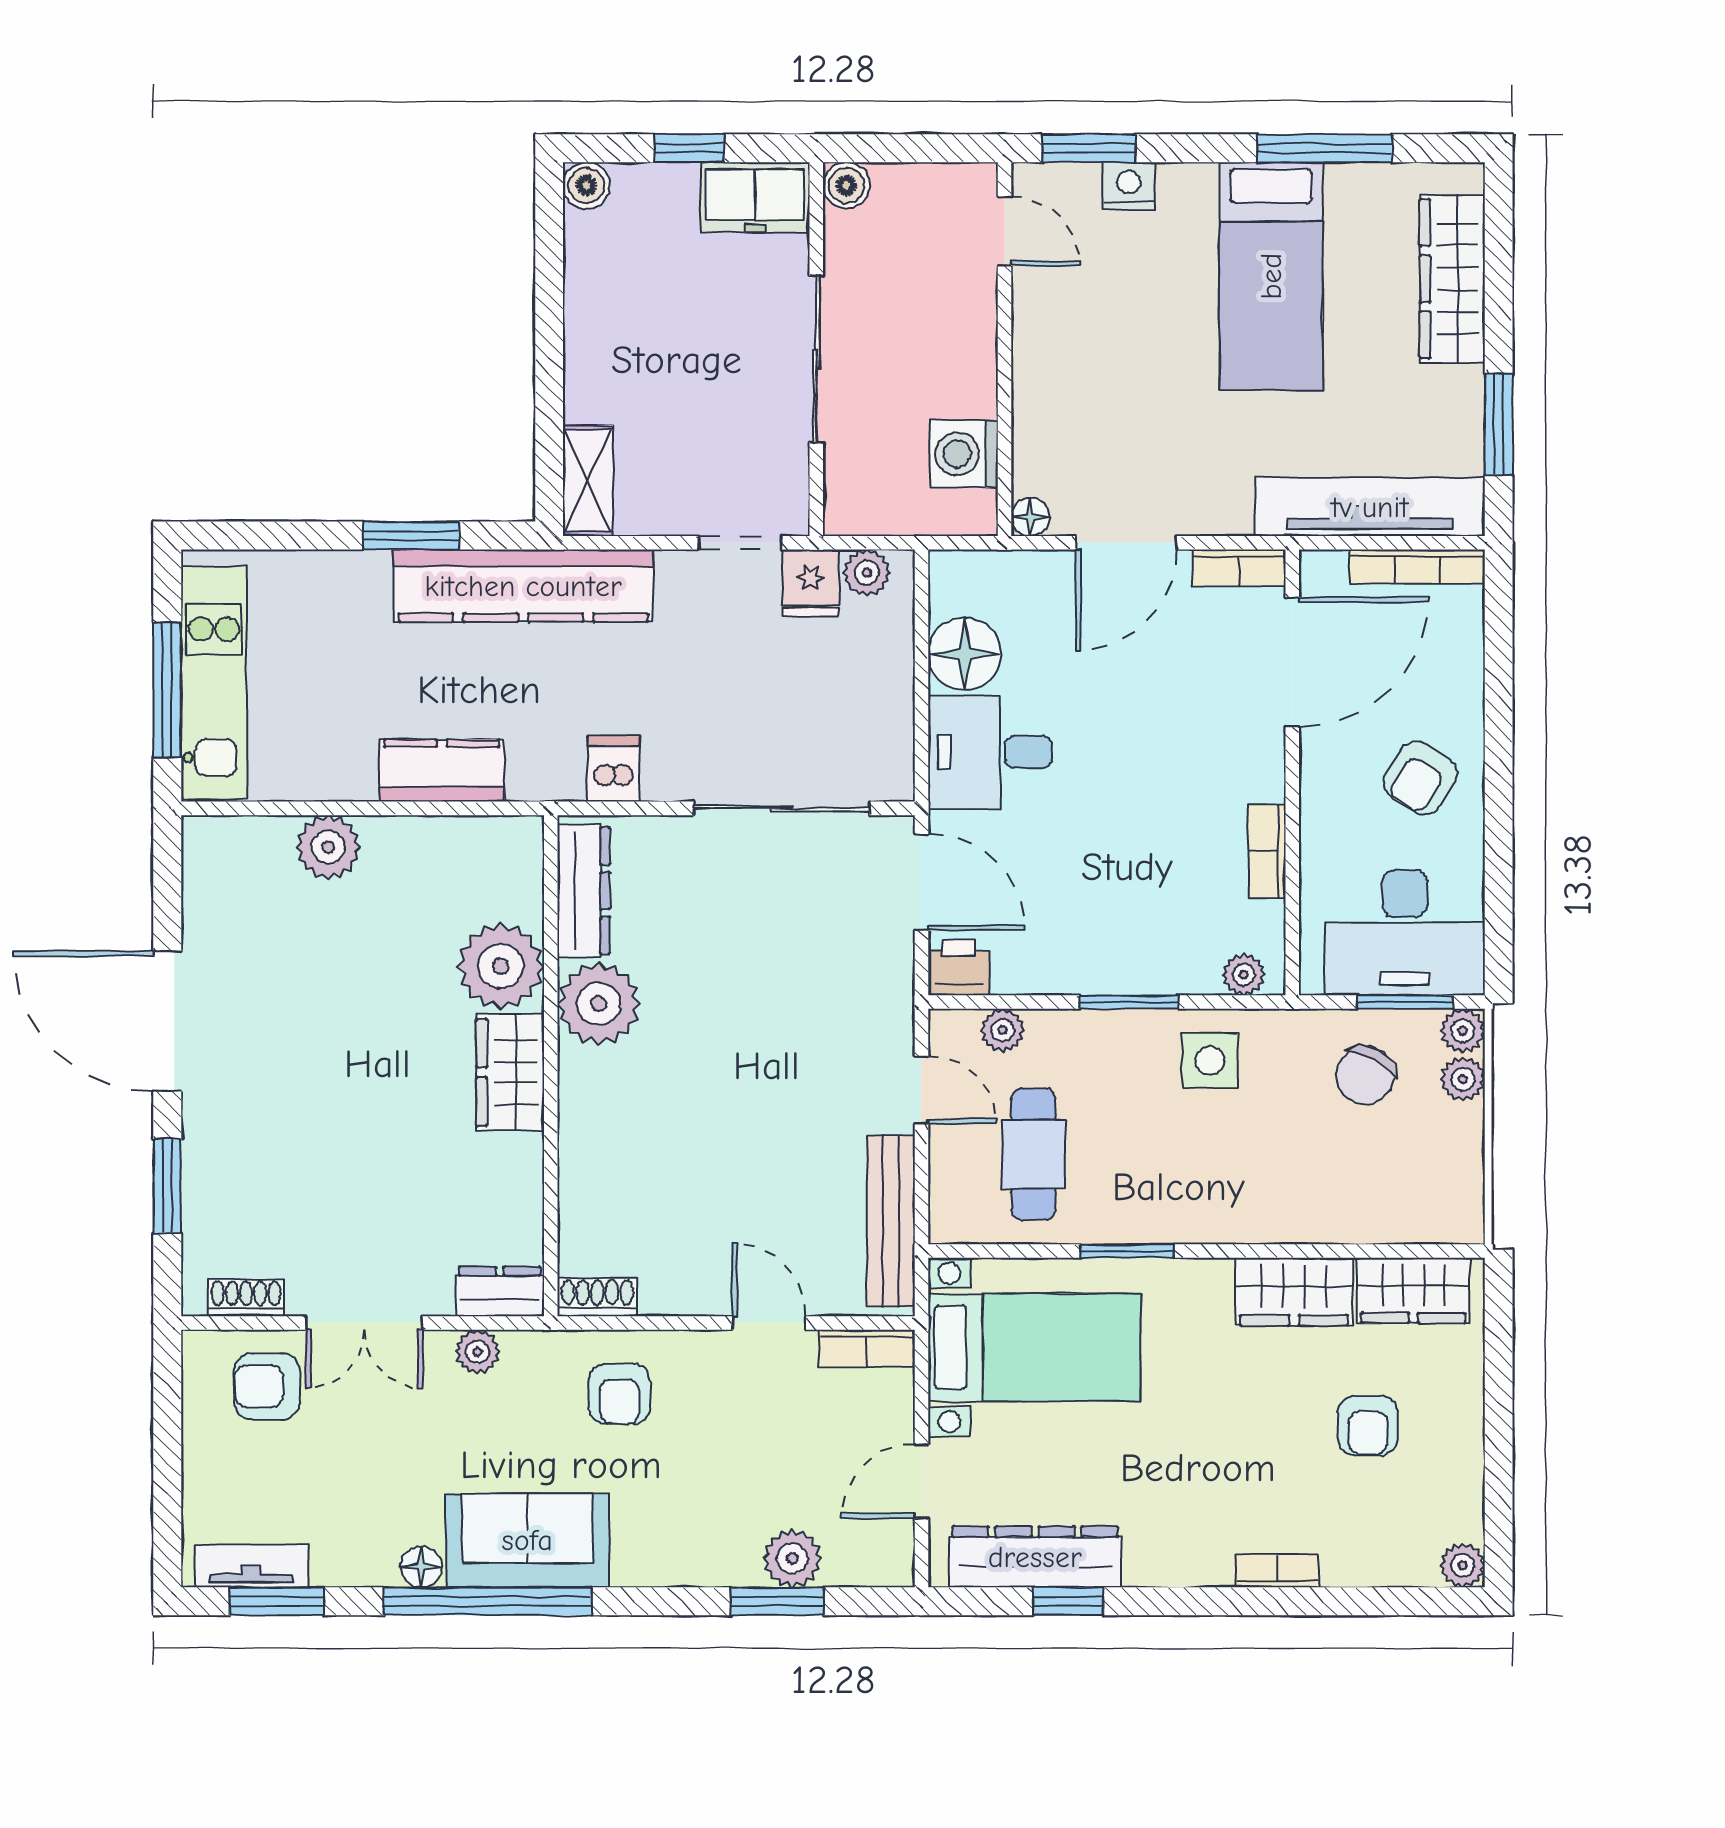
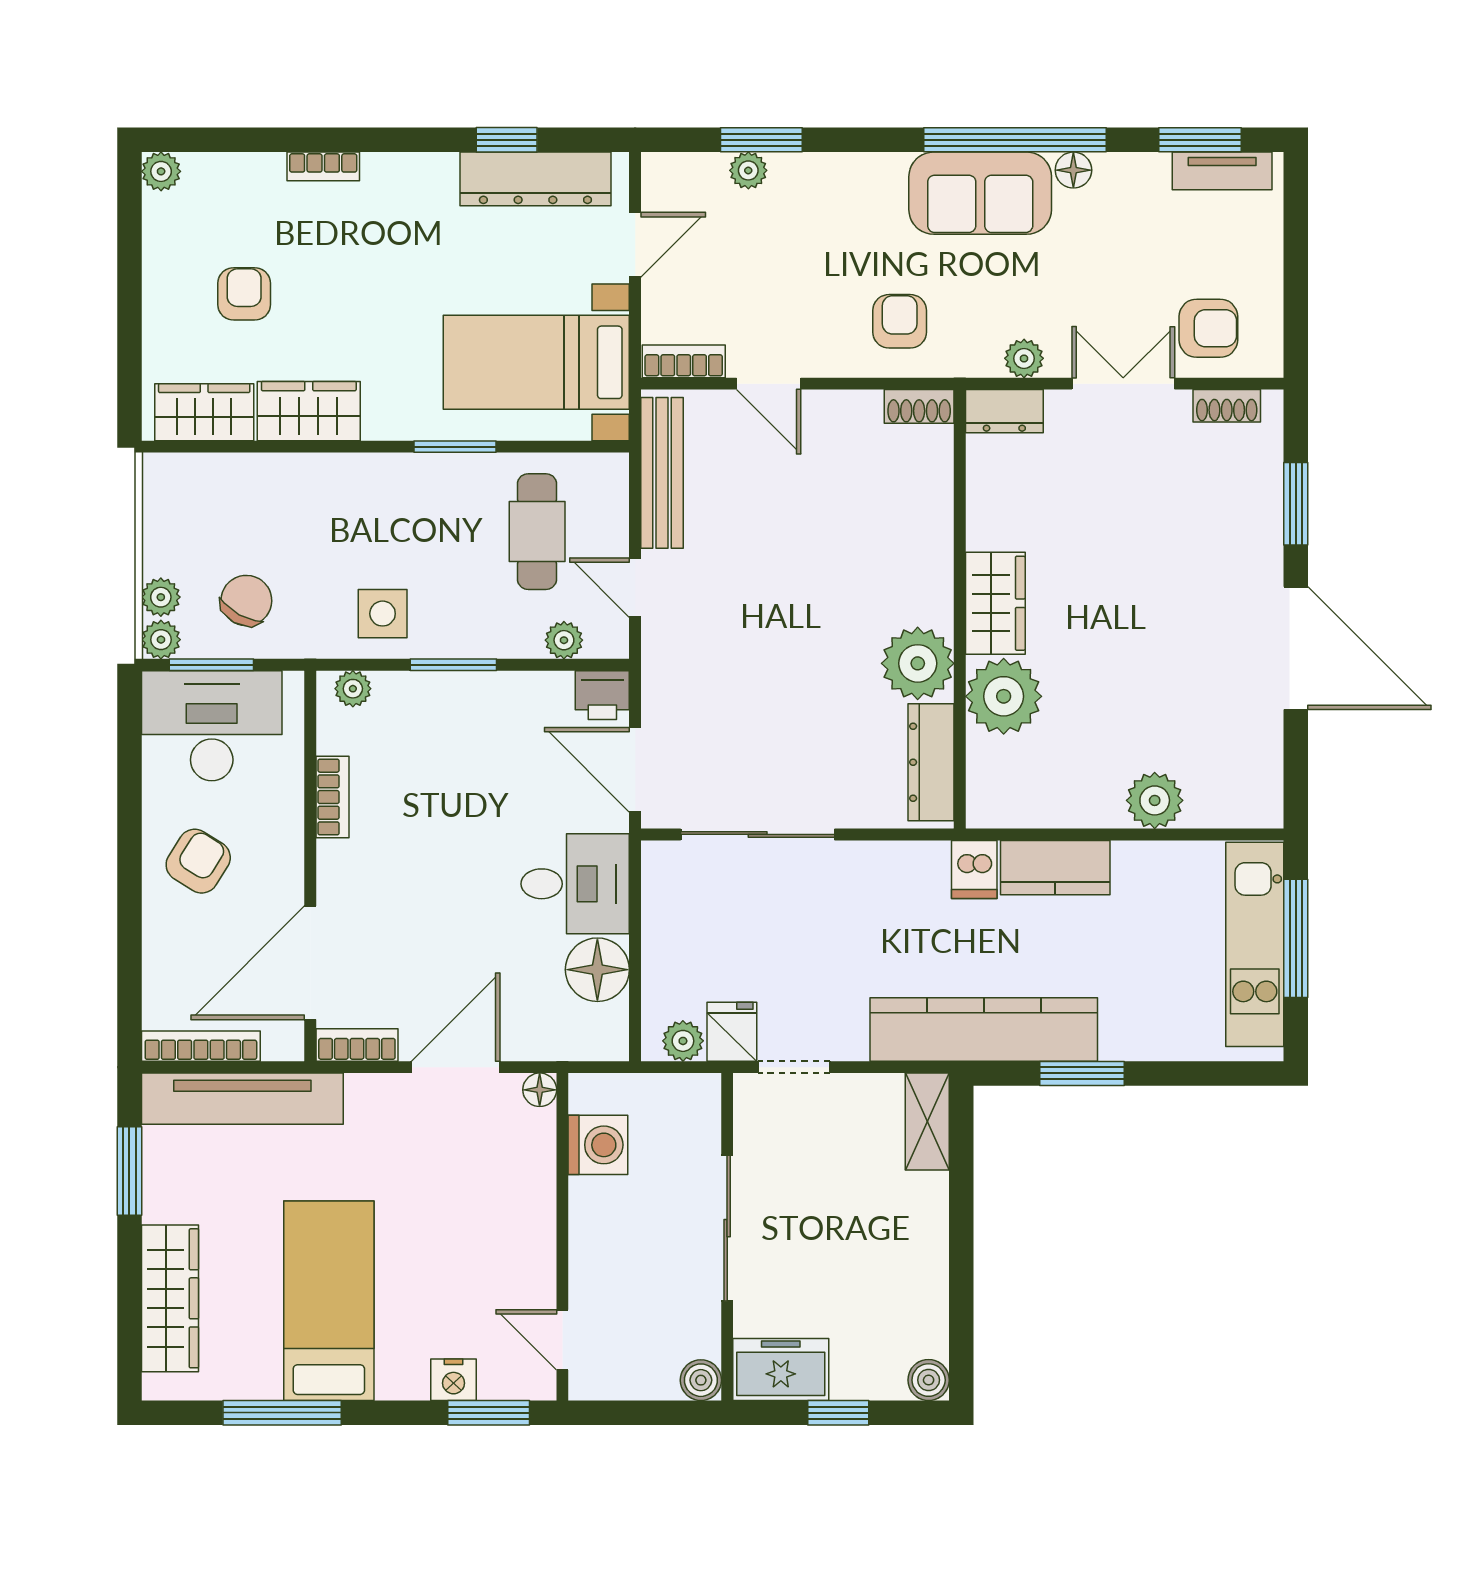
dishwasher: (614, 768) -> (974, 869), moved
plant: (792, 1558) -> (748, 170), width x0.73, depth x0.73

